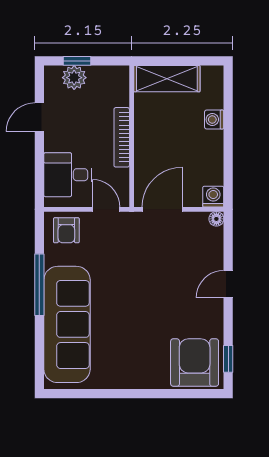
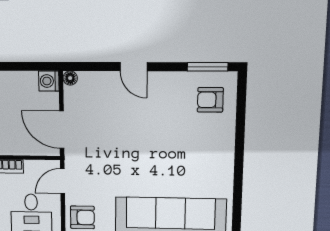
window: (228, 359) -> (208, 67), width x1.50
armchair: (195, 363) -> (210, 100), width x0.53, depth x0.53

